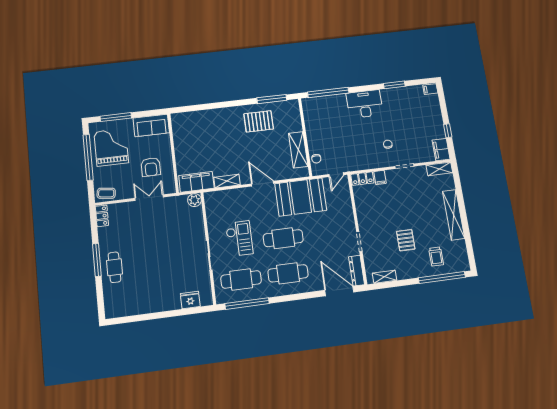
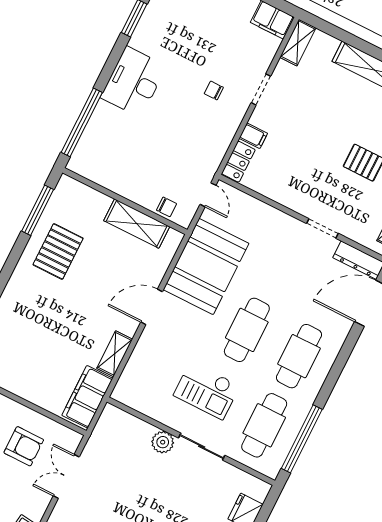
plant: (194, 200) -> (163, 442), moved
checkout: (239, 238) -> (207, 390), turned 180

